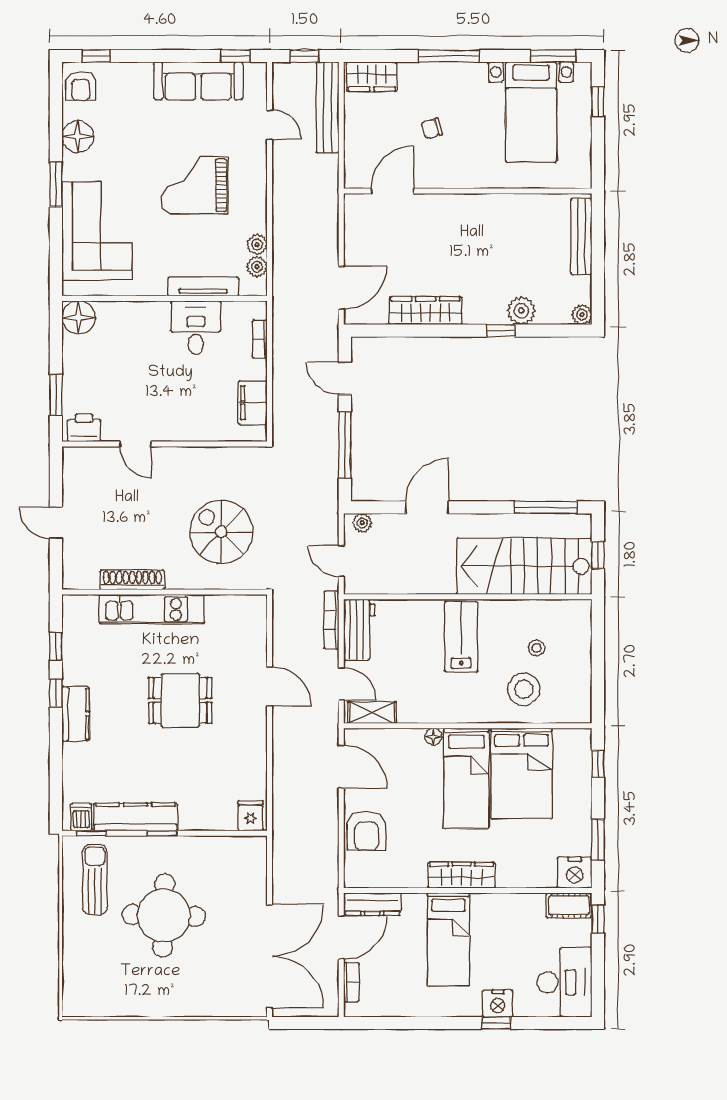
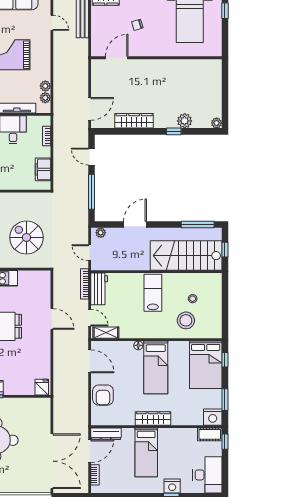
bench: (581, 237) -> (216, 82), removed
bed: (521, 773) -> (206, 365), moved

